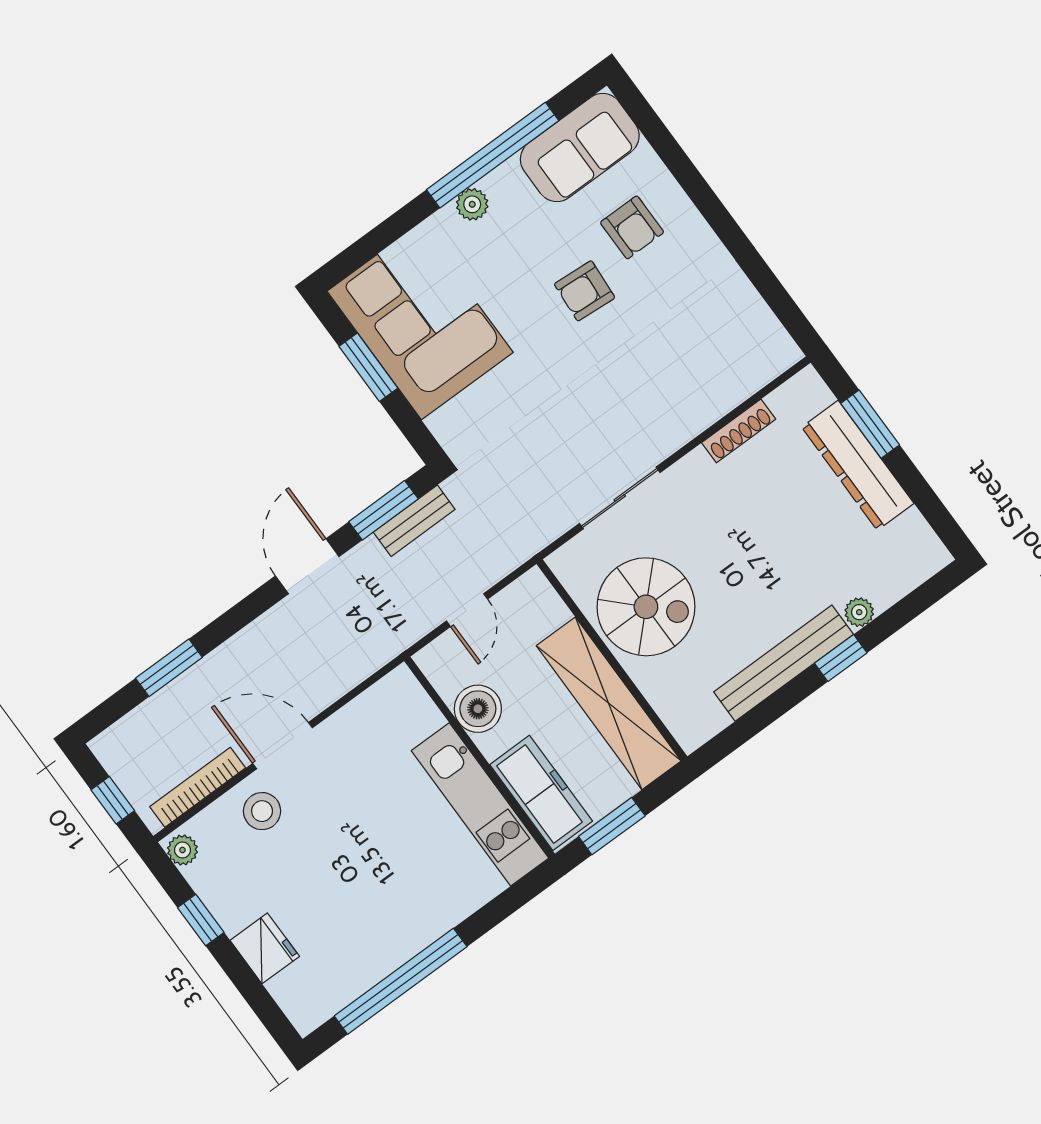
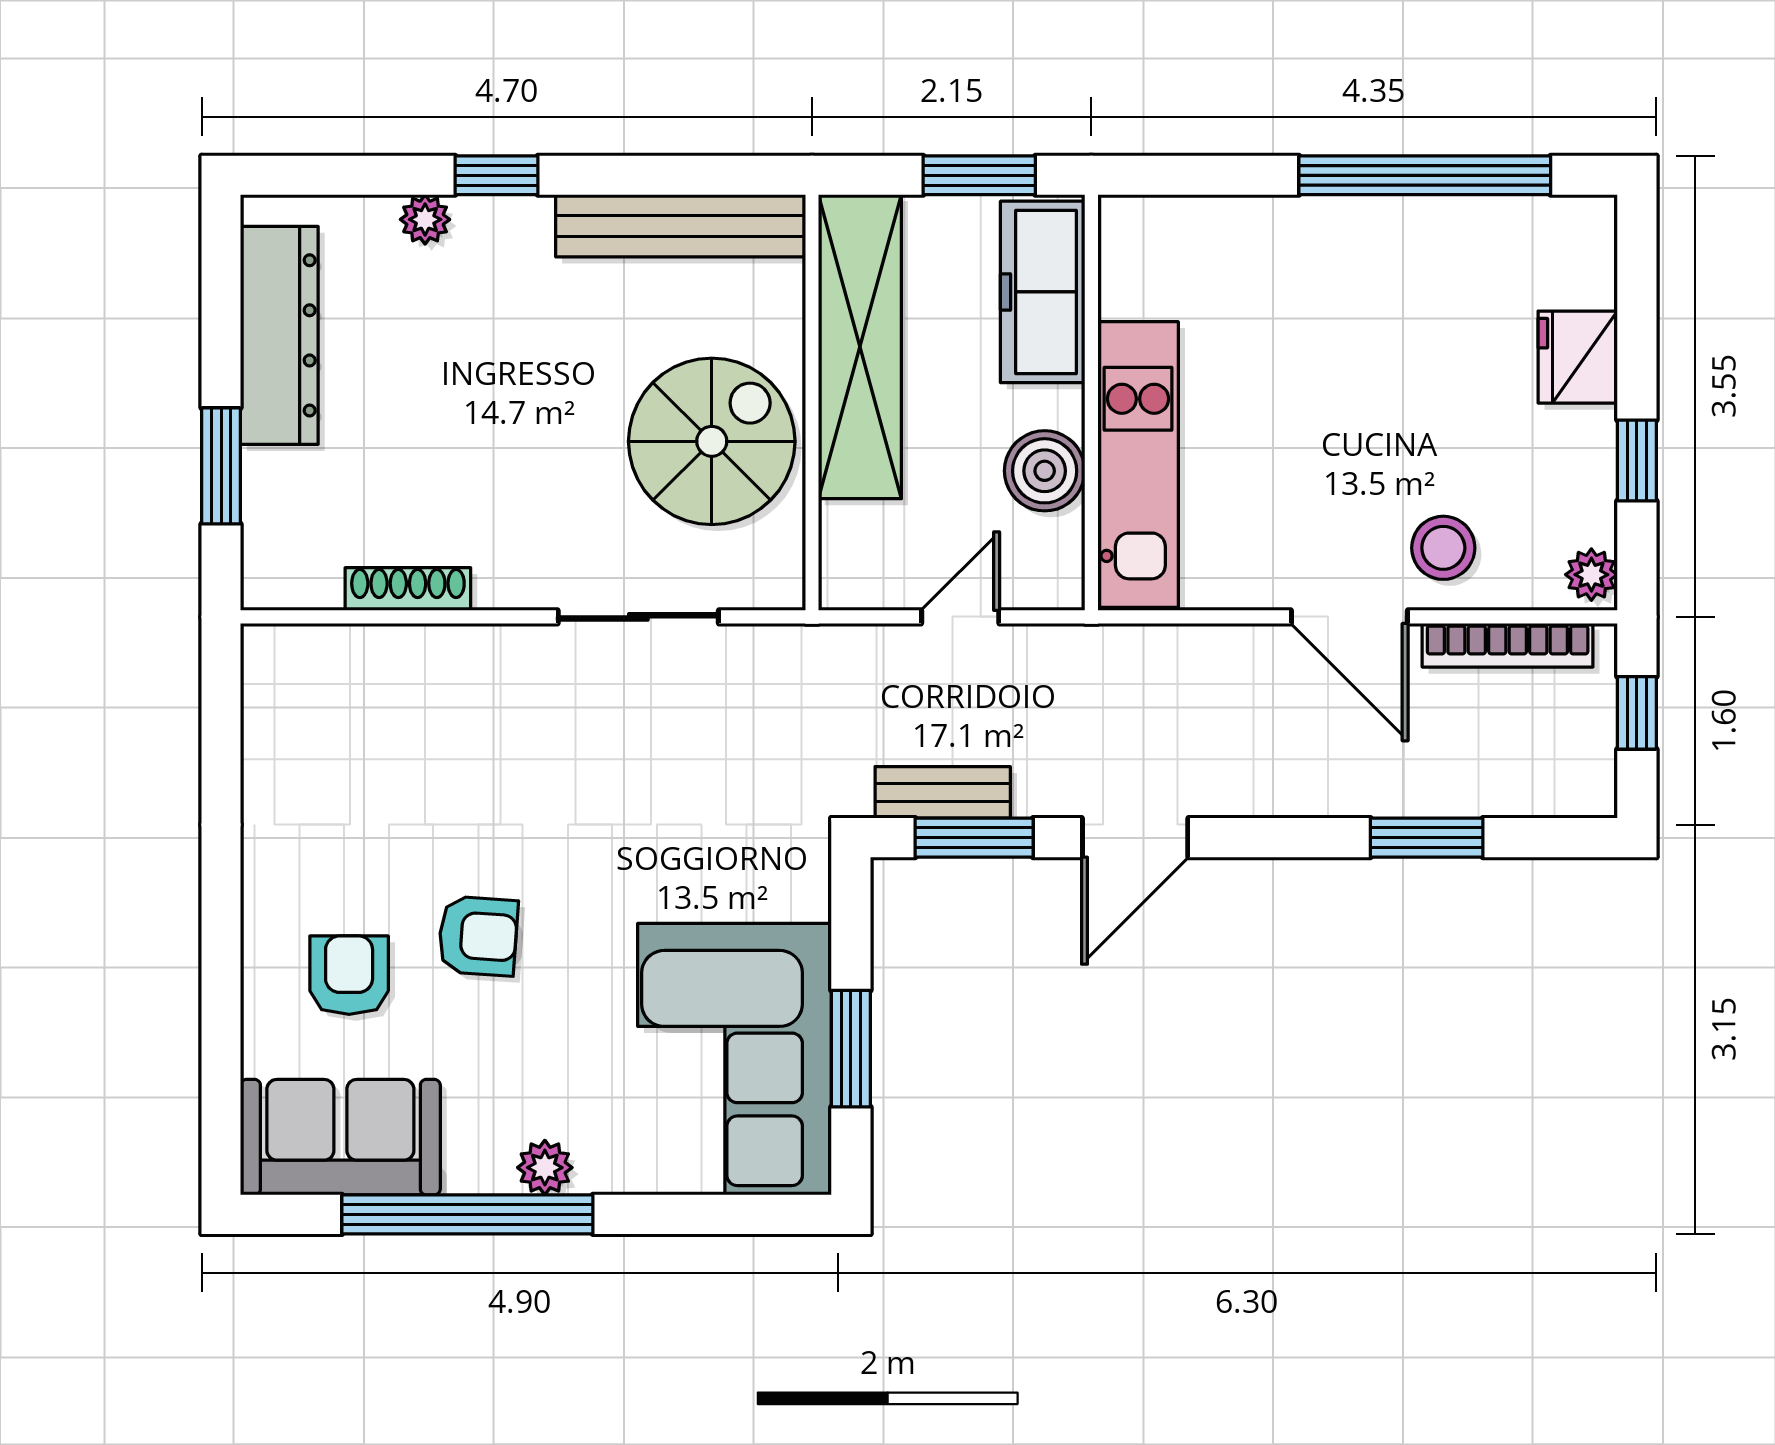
dresser: (858, 465) -> (279, 335), moved
spiral stairs: (646, 607) -> (712, 441), turned 90
bench: (784, 663) -> (681, 226), moved
kitchen unit: (480, 804) -> (1138, 464), moved

